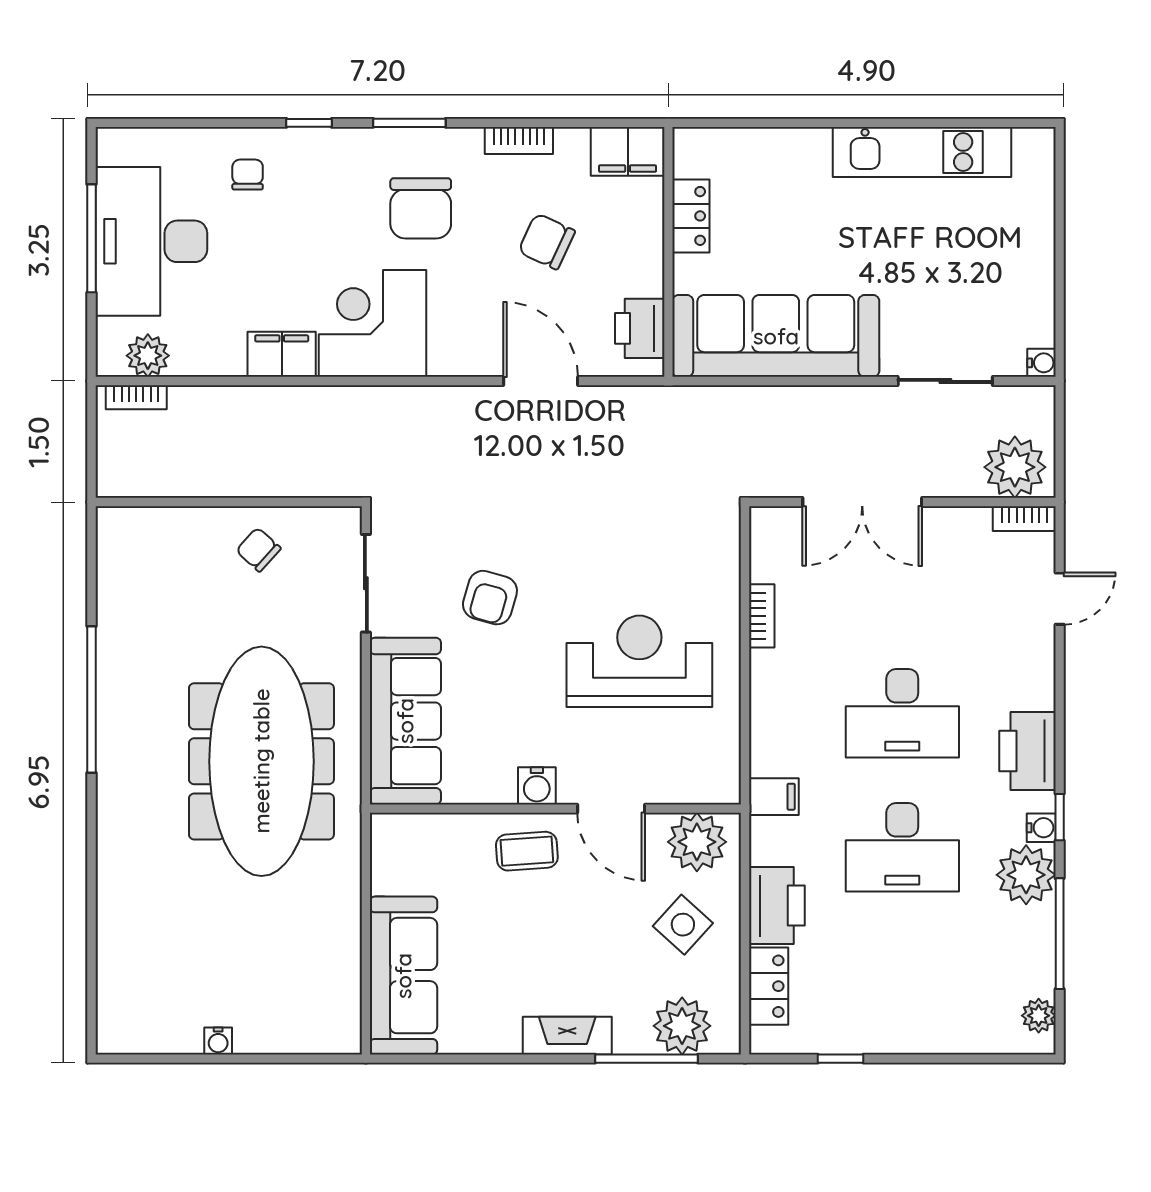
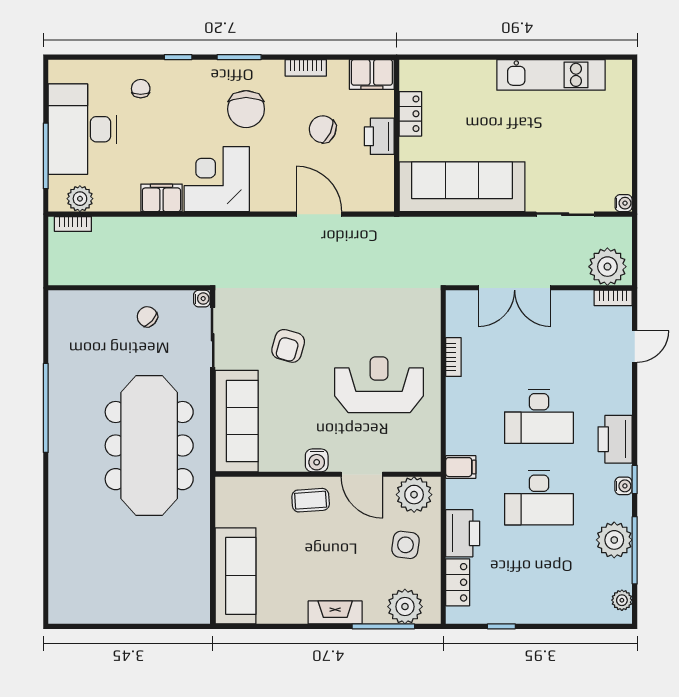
window: (92, 238) -> (46, 156), moved
printer: (640, 328) -> (379, 136), moved
plant: (1026, 875) -> (614, 540), moved
side table: (683, 925) -> (406, 545), turned -34
water cooler: (218, 1041) -> (202, 299), moved, turned -90

